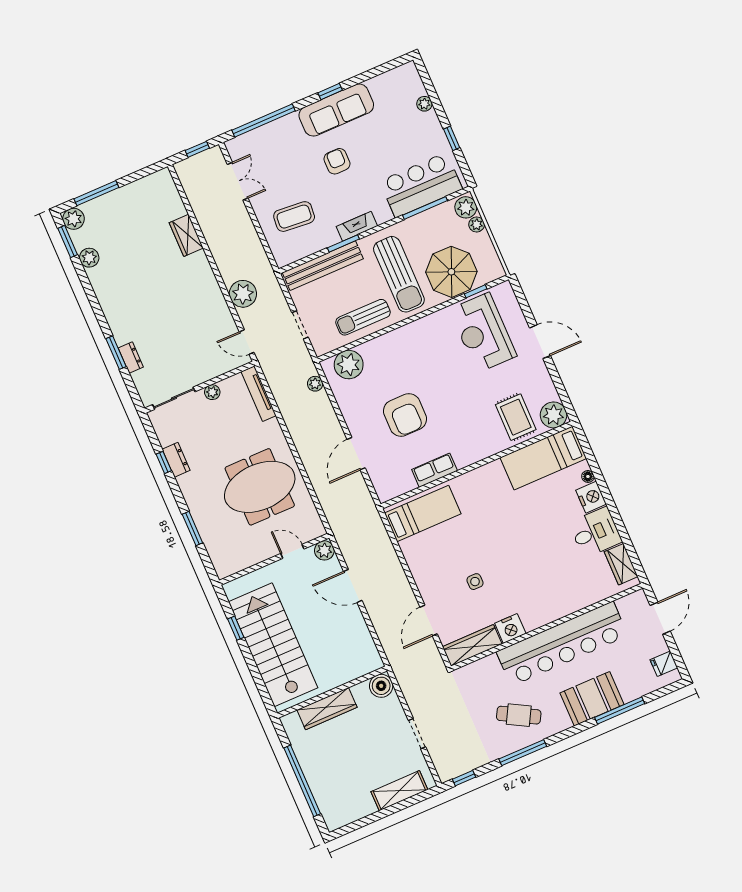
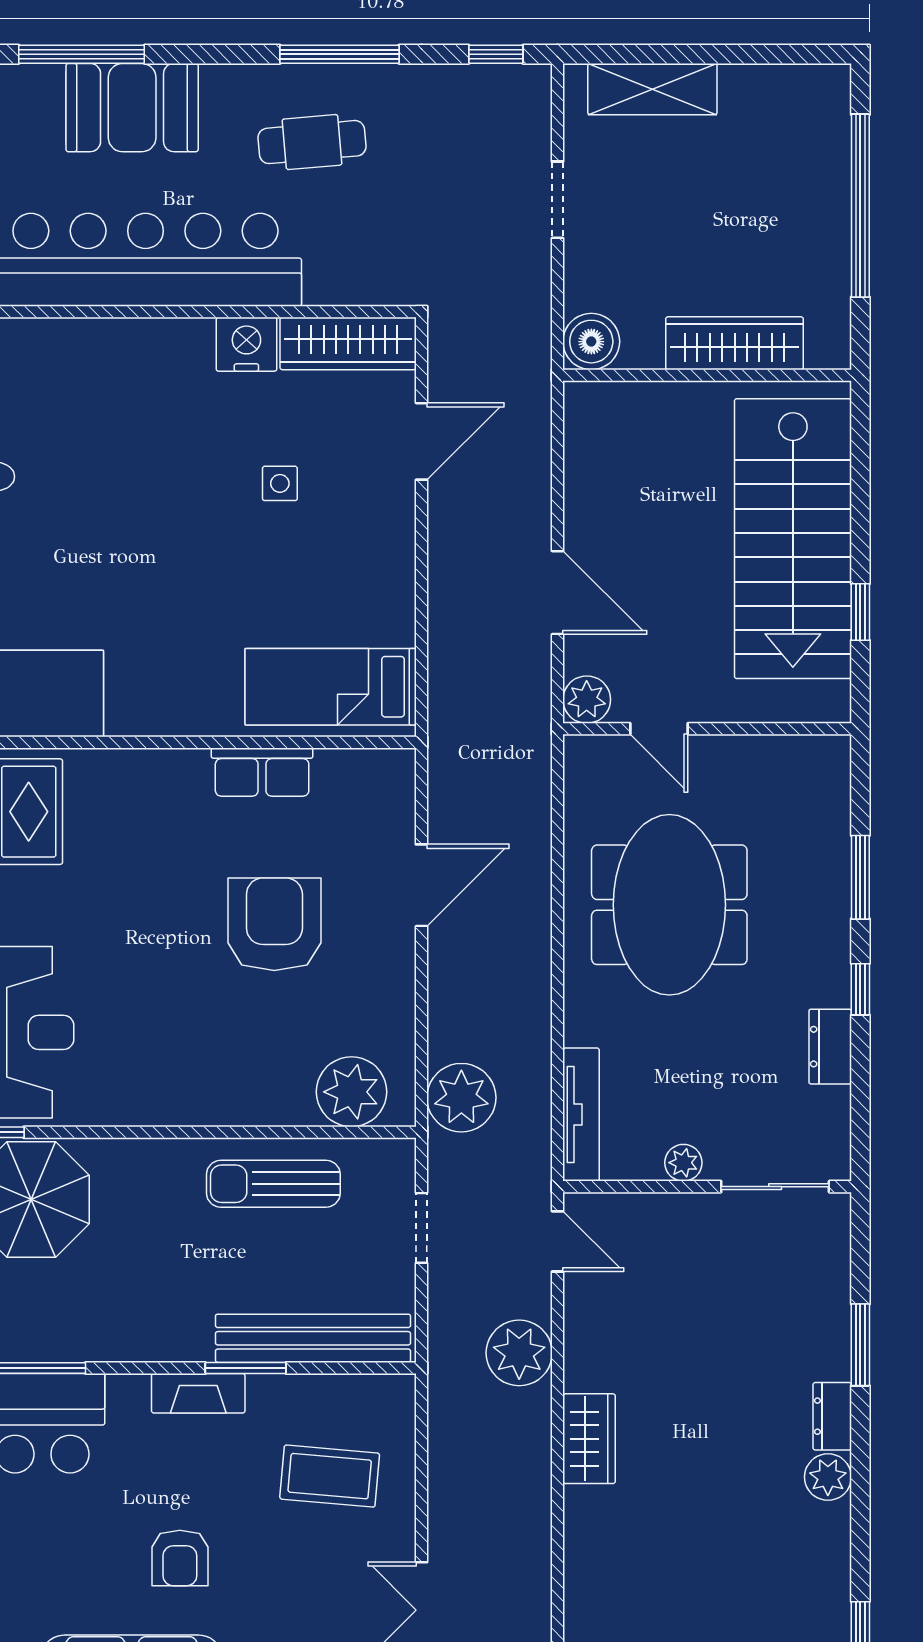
wardrobe: (186, 235) -> (589, 1439), moved
plant: (89, 258) -> (828, 1477), moved
sun lounger: (399, 274) -> (151, 1245), removed
sun lounger: (363, 317) -> (273, 1184), turned 180
dresser: (131, 358) -> (832, 1416), moved
plant: (315, 384) -> (461, 1098), width x1.87, depth x1.87
window: (164, 462) -> (860, 989), moved
meeting table: (260, 487) -> (669, 905), turned 90
cafe table: (519, 715) -> (312, 142), turned -34

